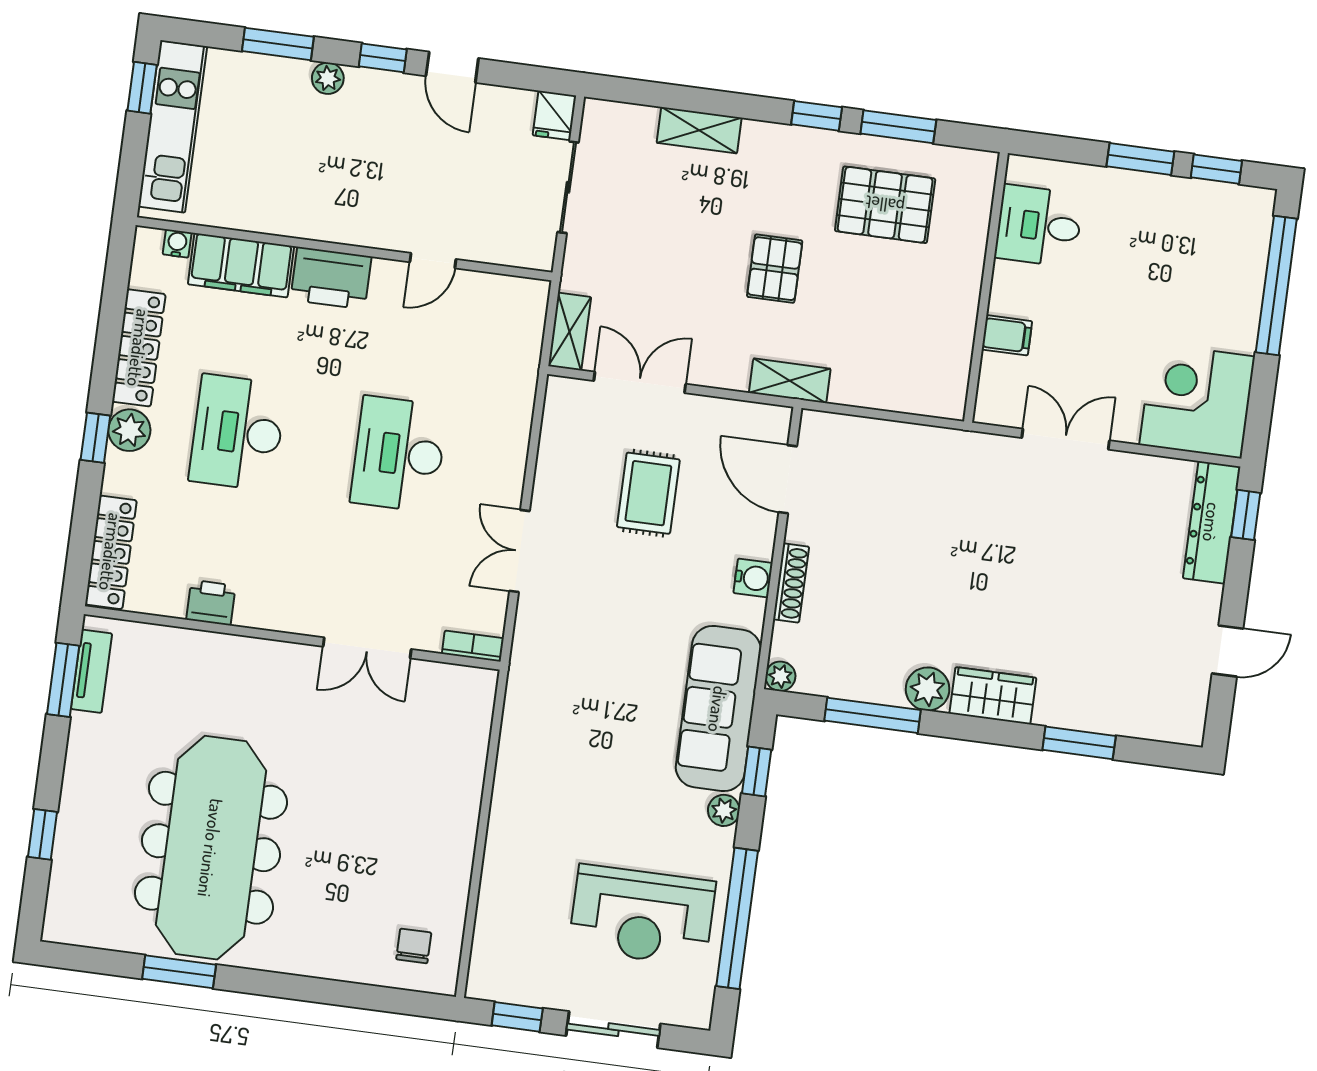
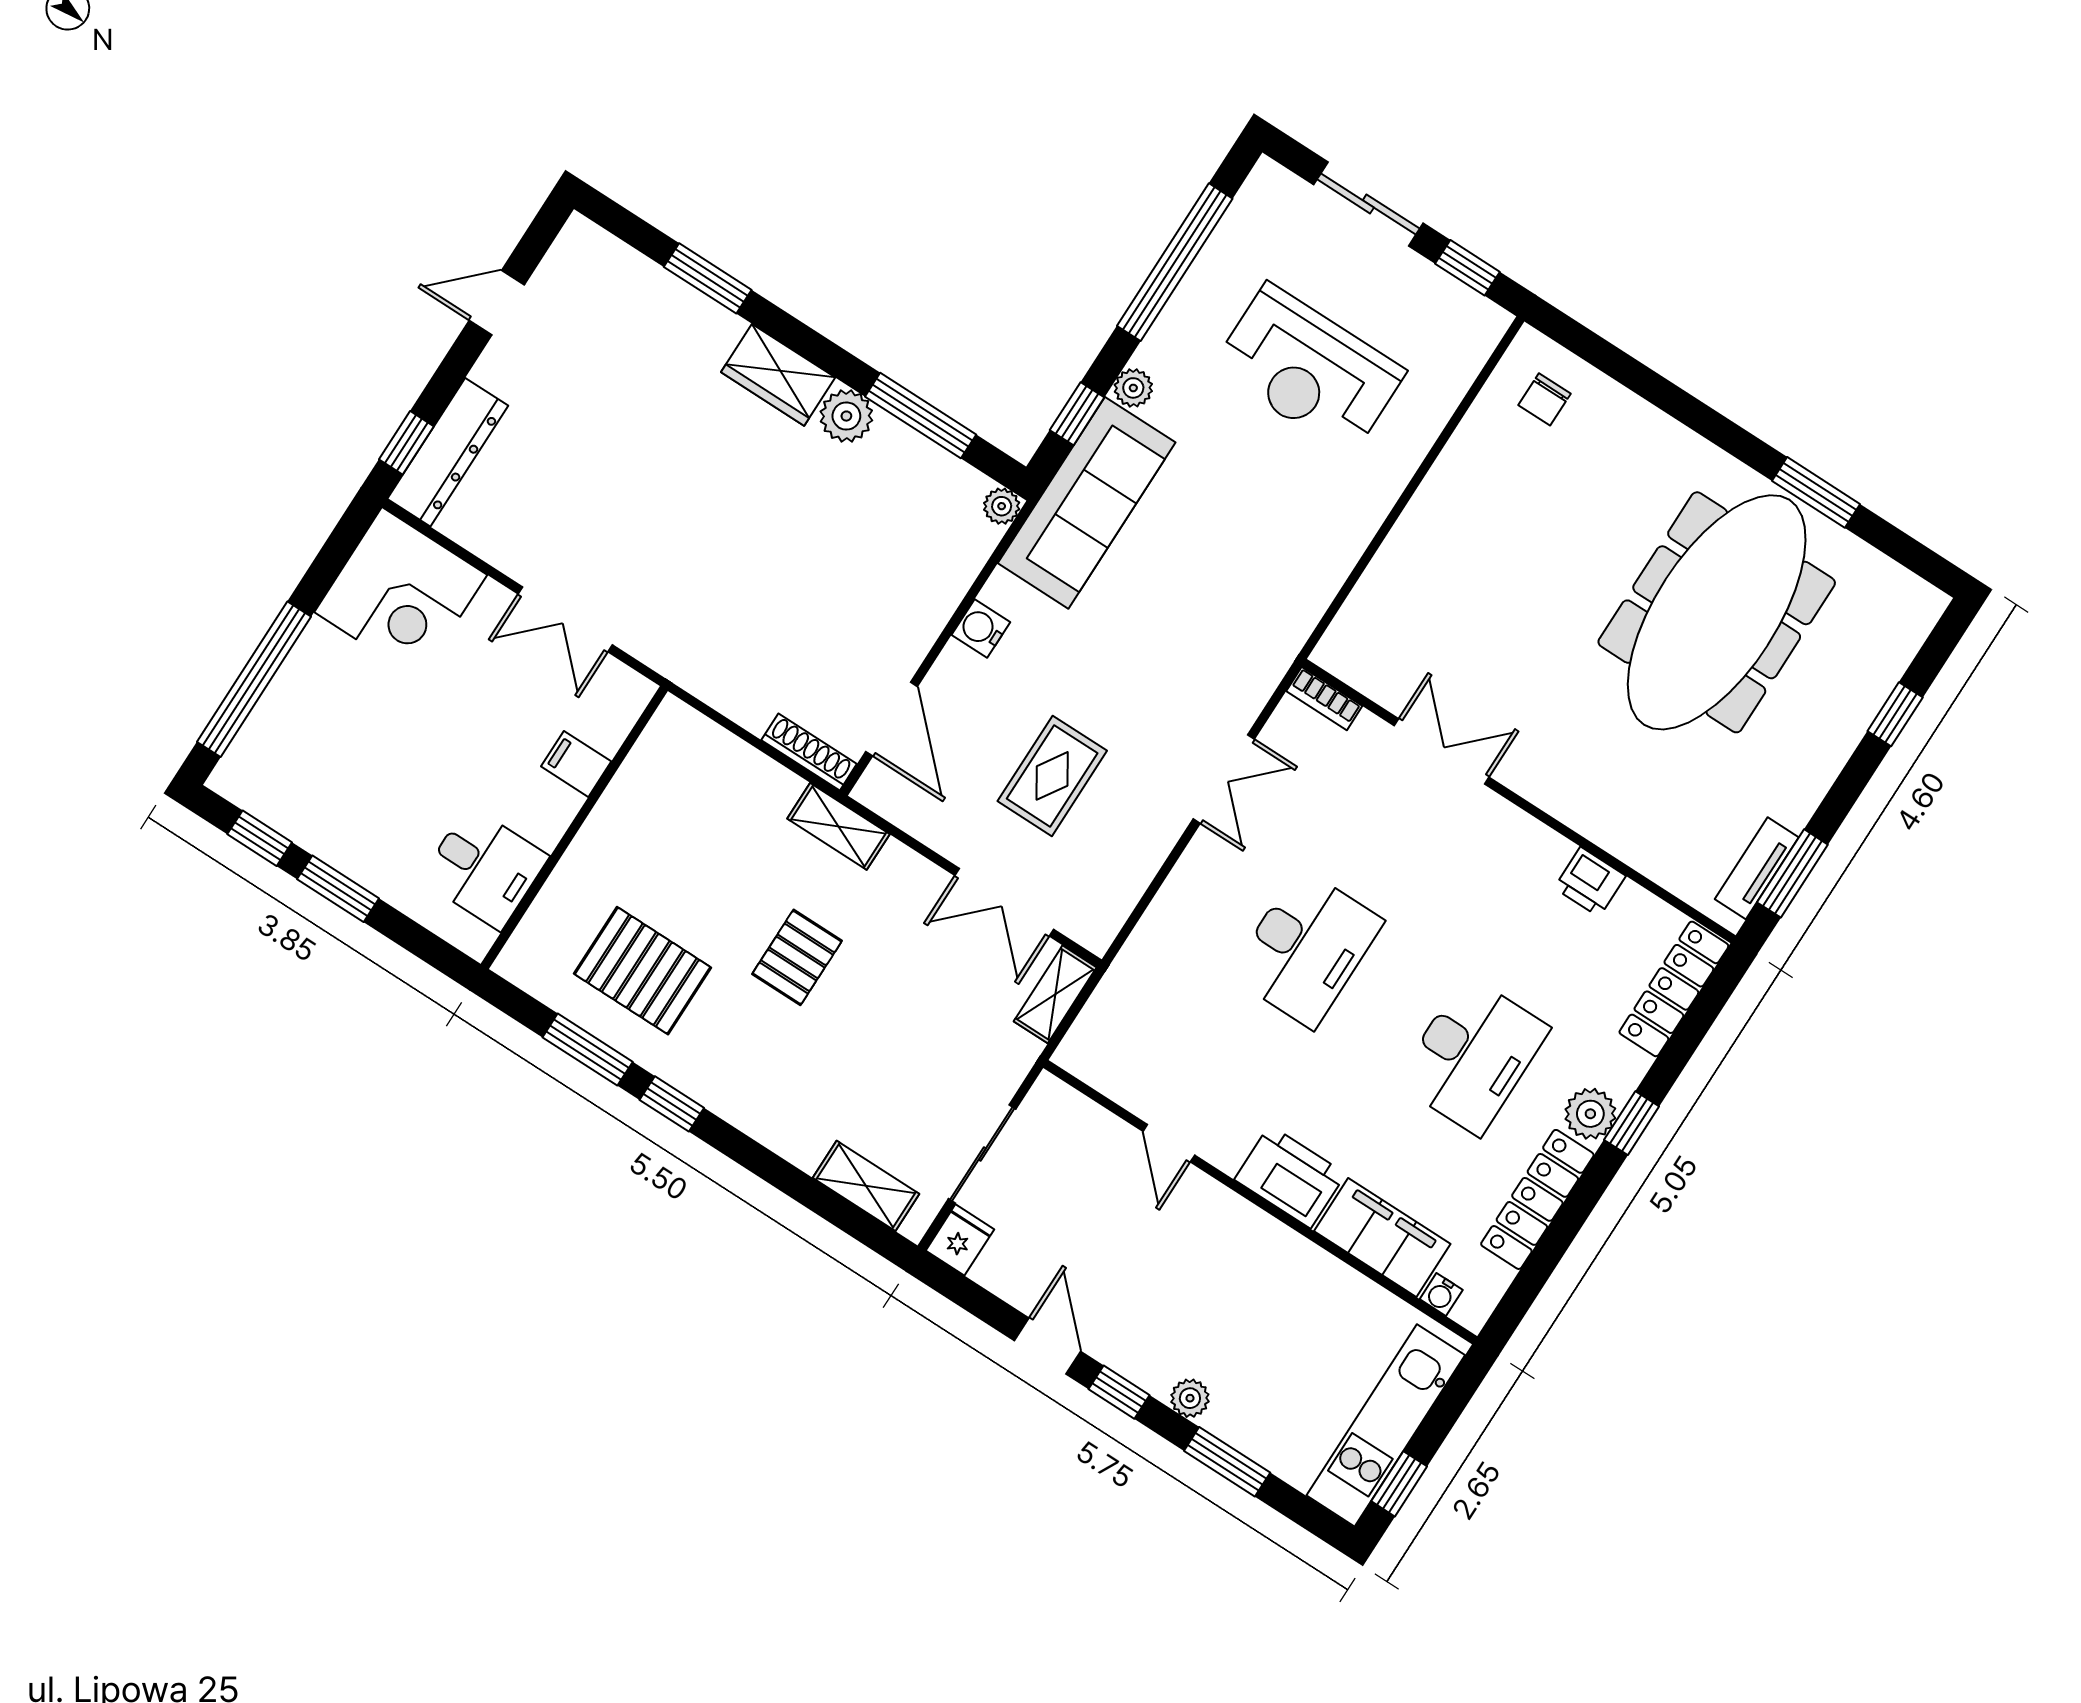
shelving: (699, 130) -> (866, 1186), moved
door: (433, 261) -> (1169, 1143), swing flipped
shoe rack: (791, 583) -> (809, 752), moved, turned 90
reception desk: (642, 915) -> (1309, 370), moved, turned 180

